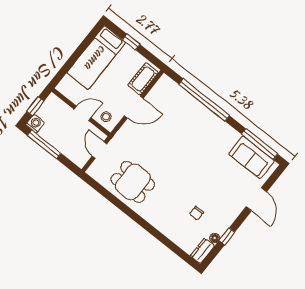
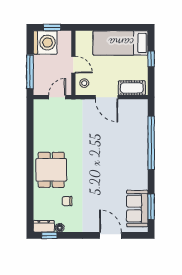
washing machine: (35, 124) -> (45, 42), width x1.89, depth x1.89
window: (44, 144) -> (30, 72), moved
window: (260, 144) -> (151, 207), width x0.69
dining table: (133, 182) -> (51, 170), moved
door: (256, 199) -> (110, 235), swing flipped
window: (227, 236) -> (49, 235), moved

